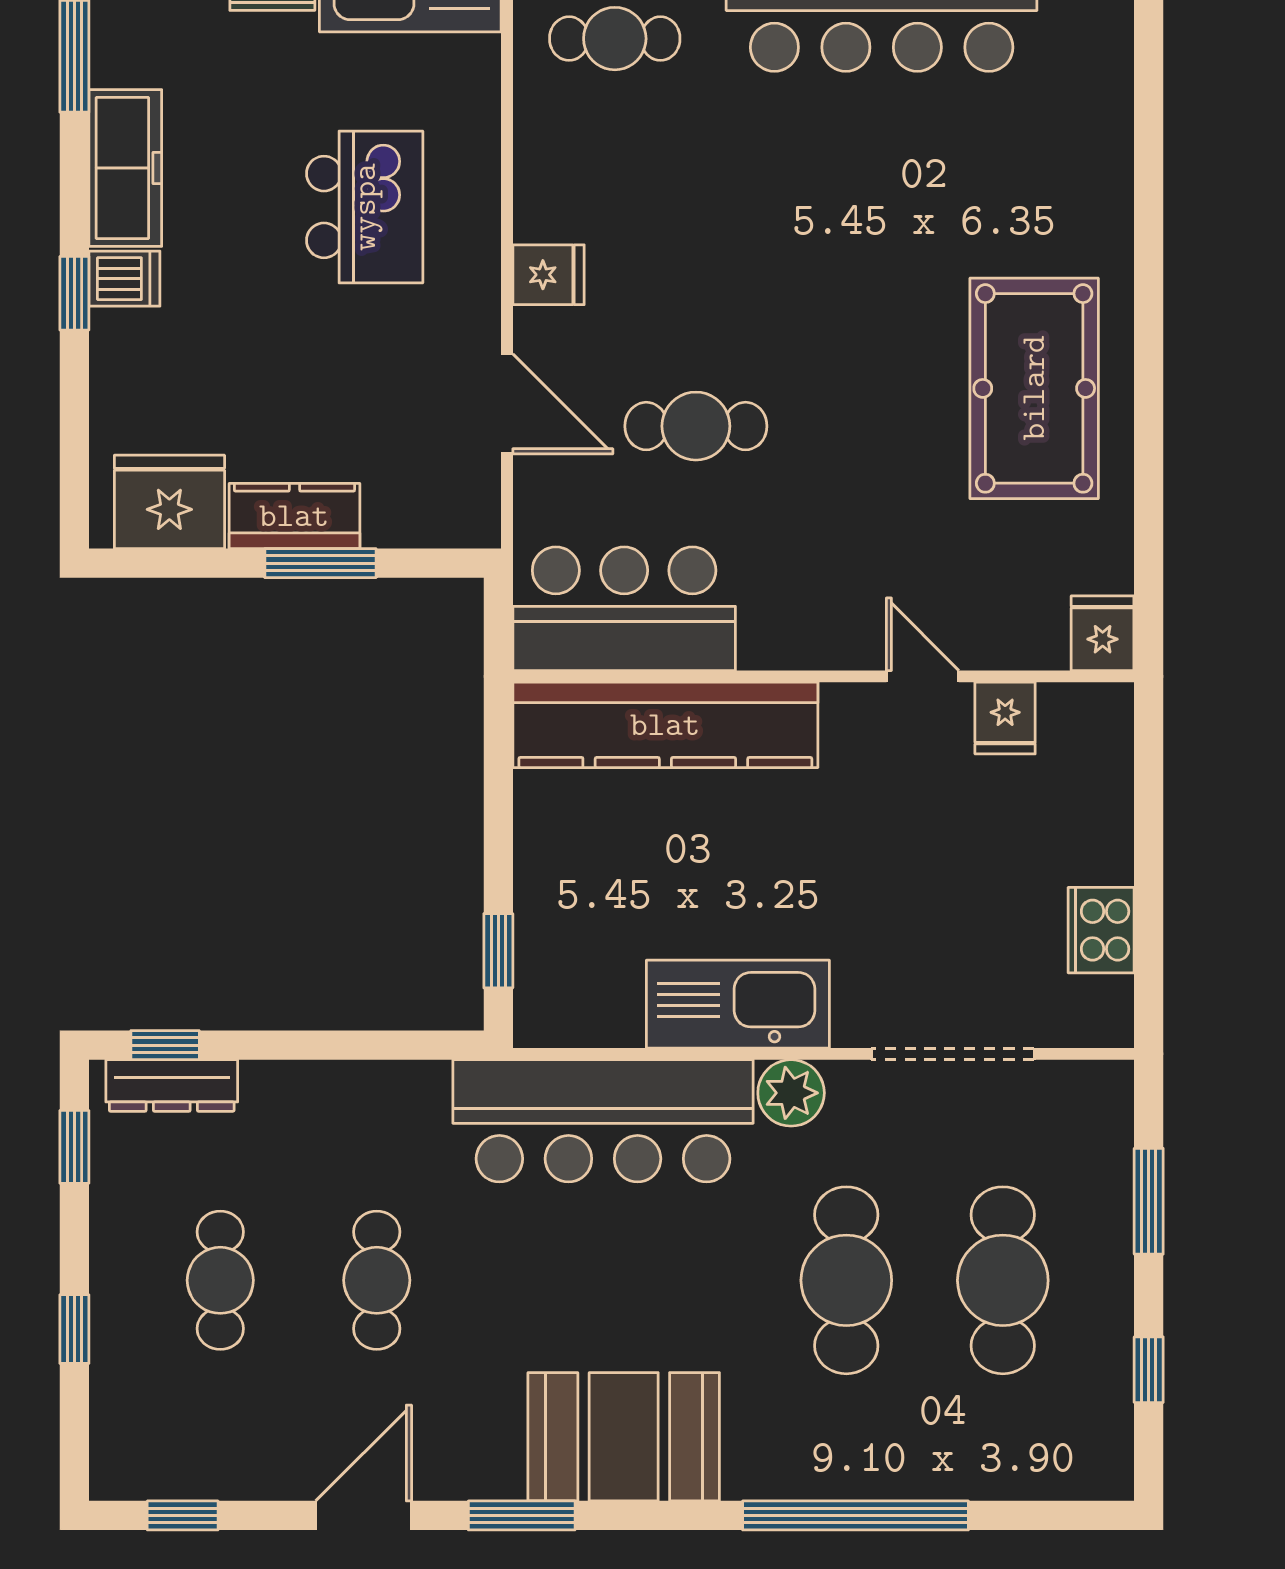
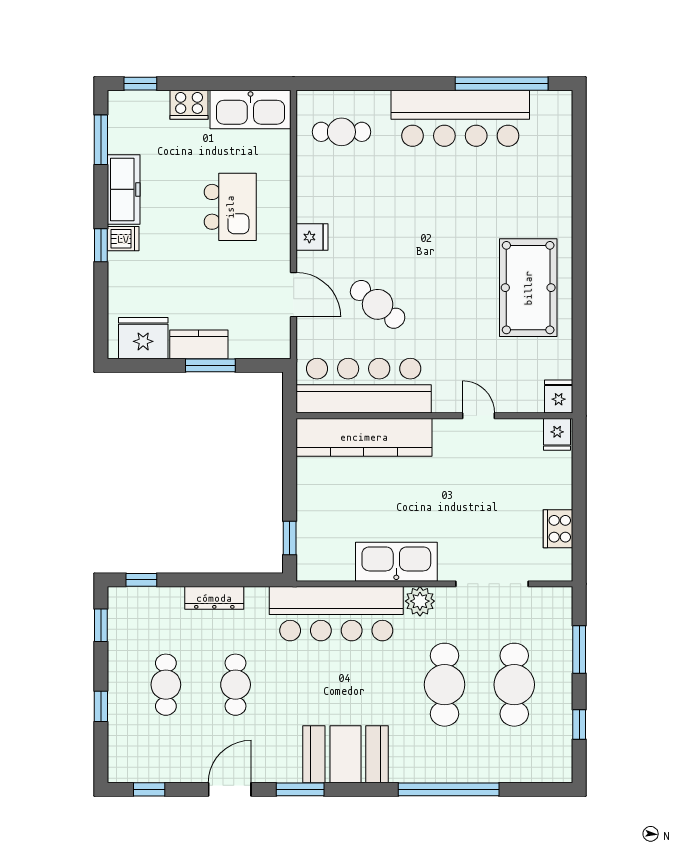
cafe table: (696, 426) -> (378, 304), turned 39
bar counter: (624, 609) -> (364, 386), width x1.36
fridge: (1005, 718) -> (557, 434), moved
dresser: (172, 1085) -> (214, 598), moved

